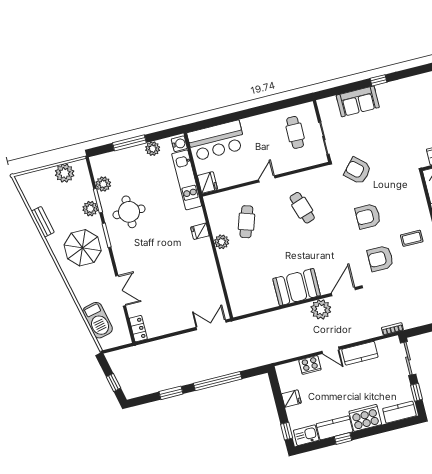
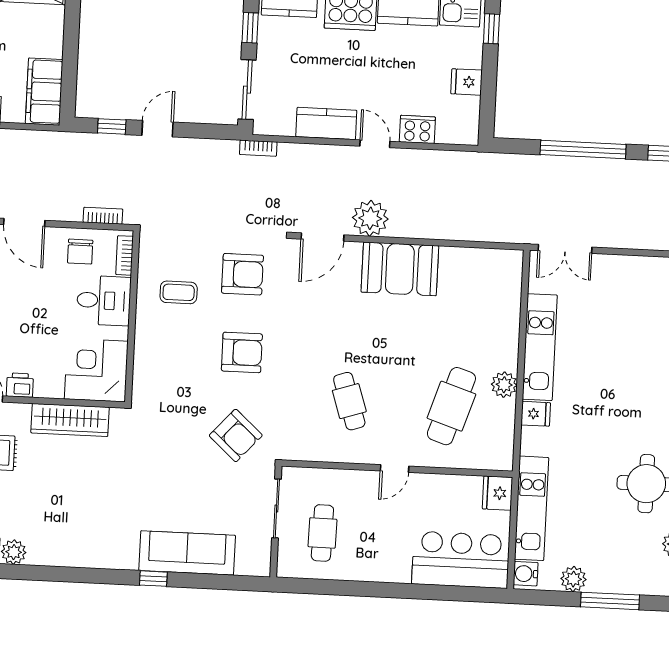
sofa: (358, 101) -> (187, 553), width x1.36
cafe table: (246, 222) -> (451, 406), width x1.37, depth x1.35
kitchen unit: (209, 268) -> (540, 347), added

